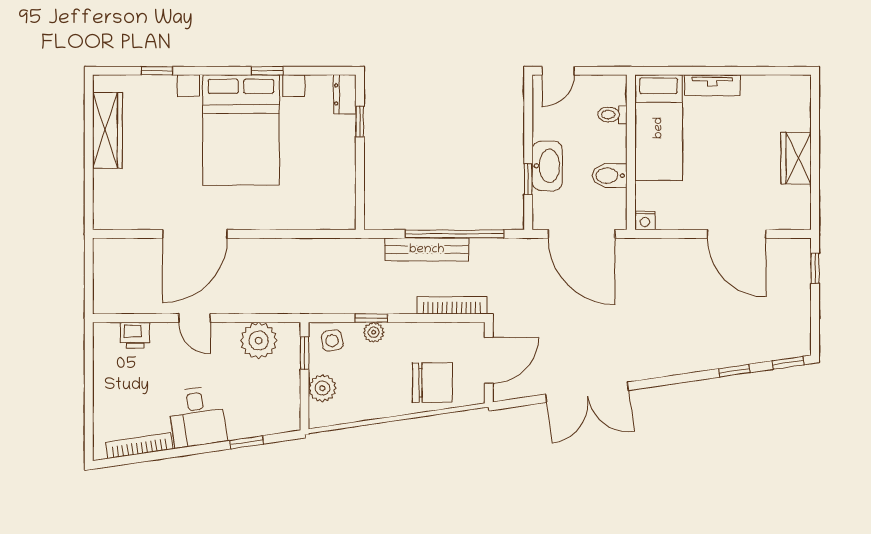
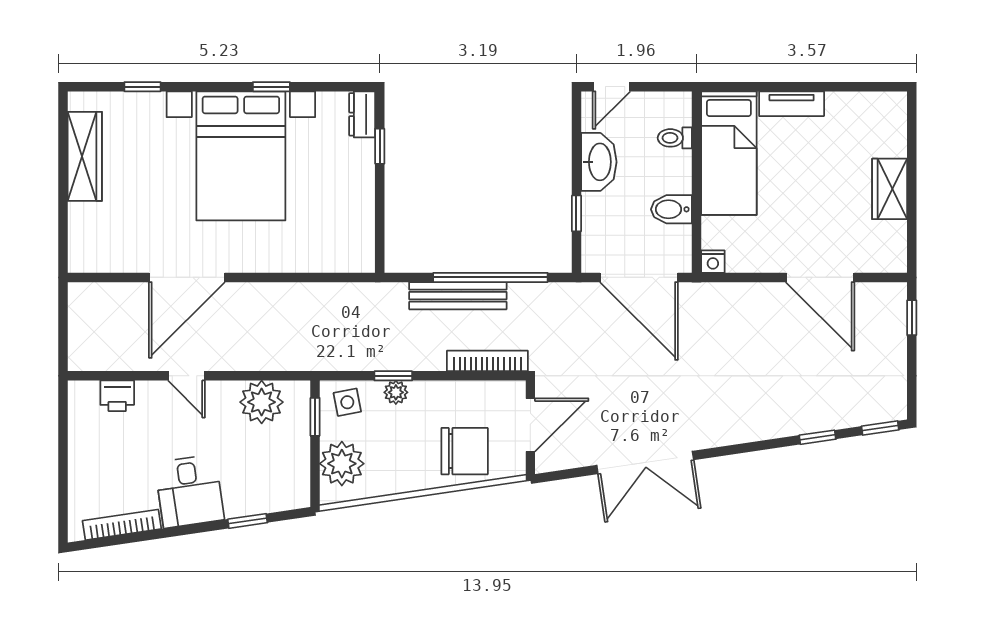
washbasin: (547, 166) -> (599, 162), moved
plant: (322, 388) -> (342, 464), width x1.36, depth x1.36

